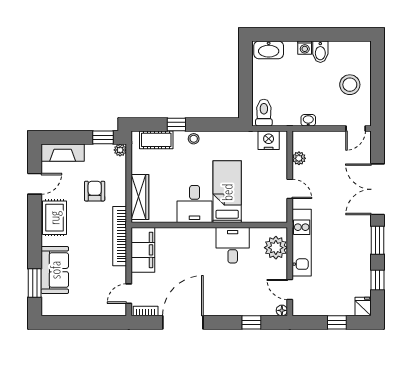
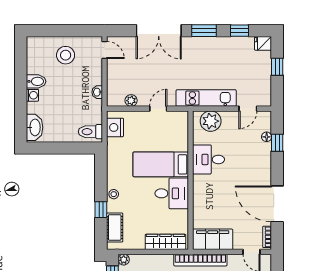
floor lamp: (282, 310) -> (267, 137), moved

